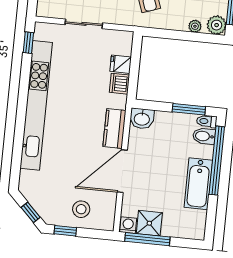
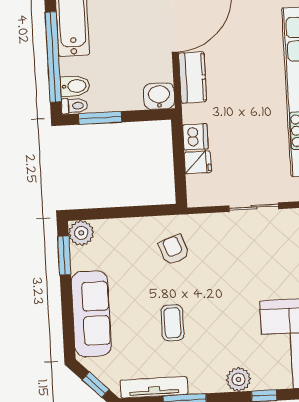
plant: (195, 26) -> (109, 227), removed

